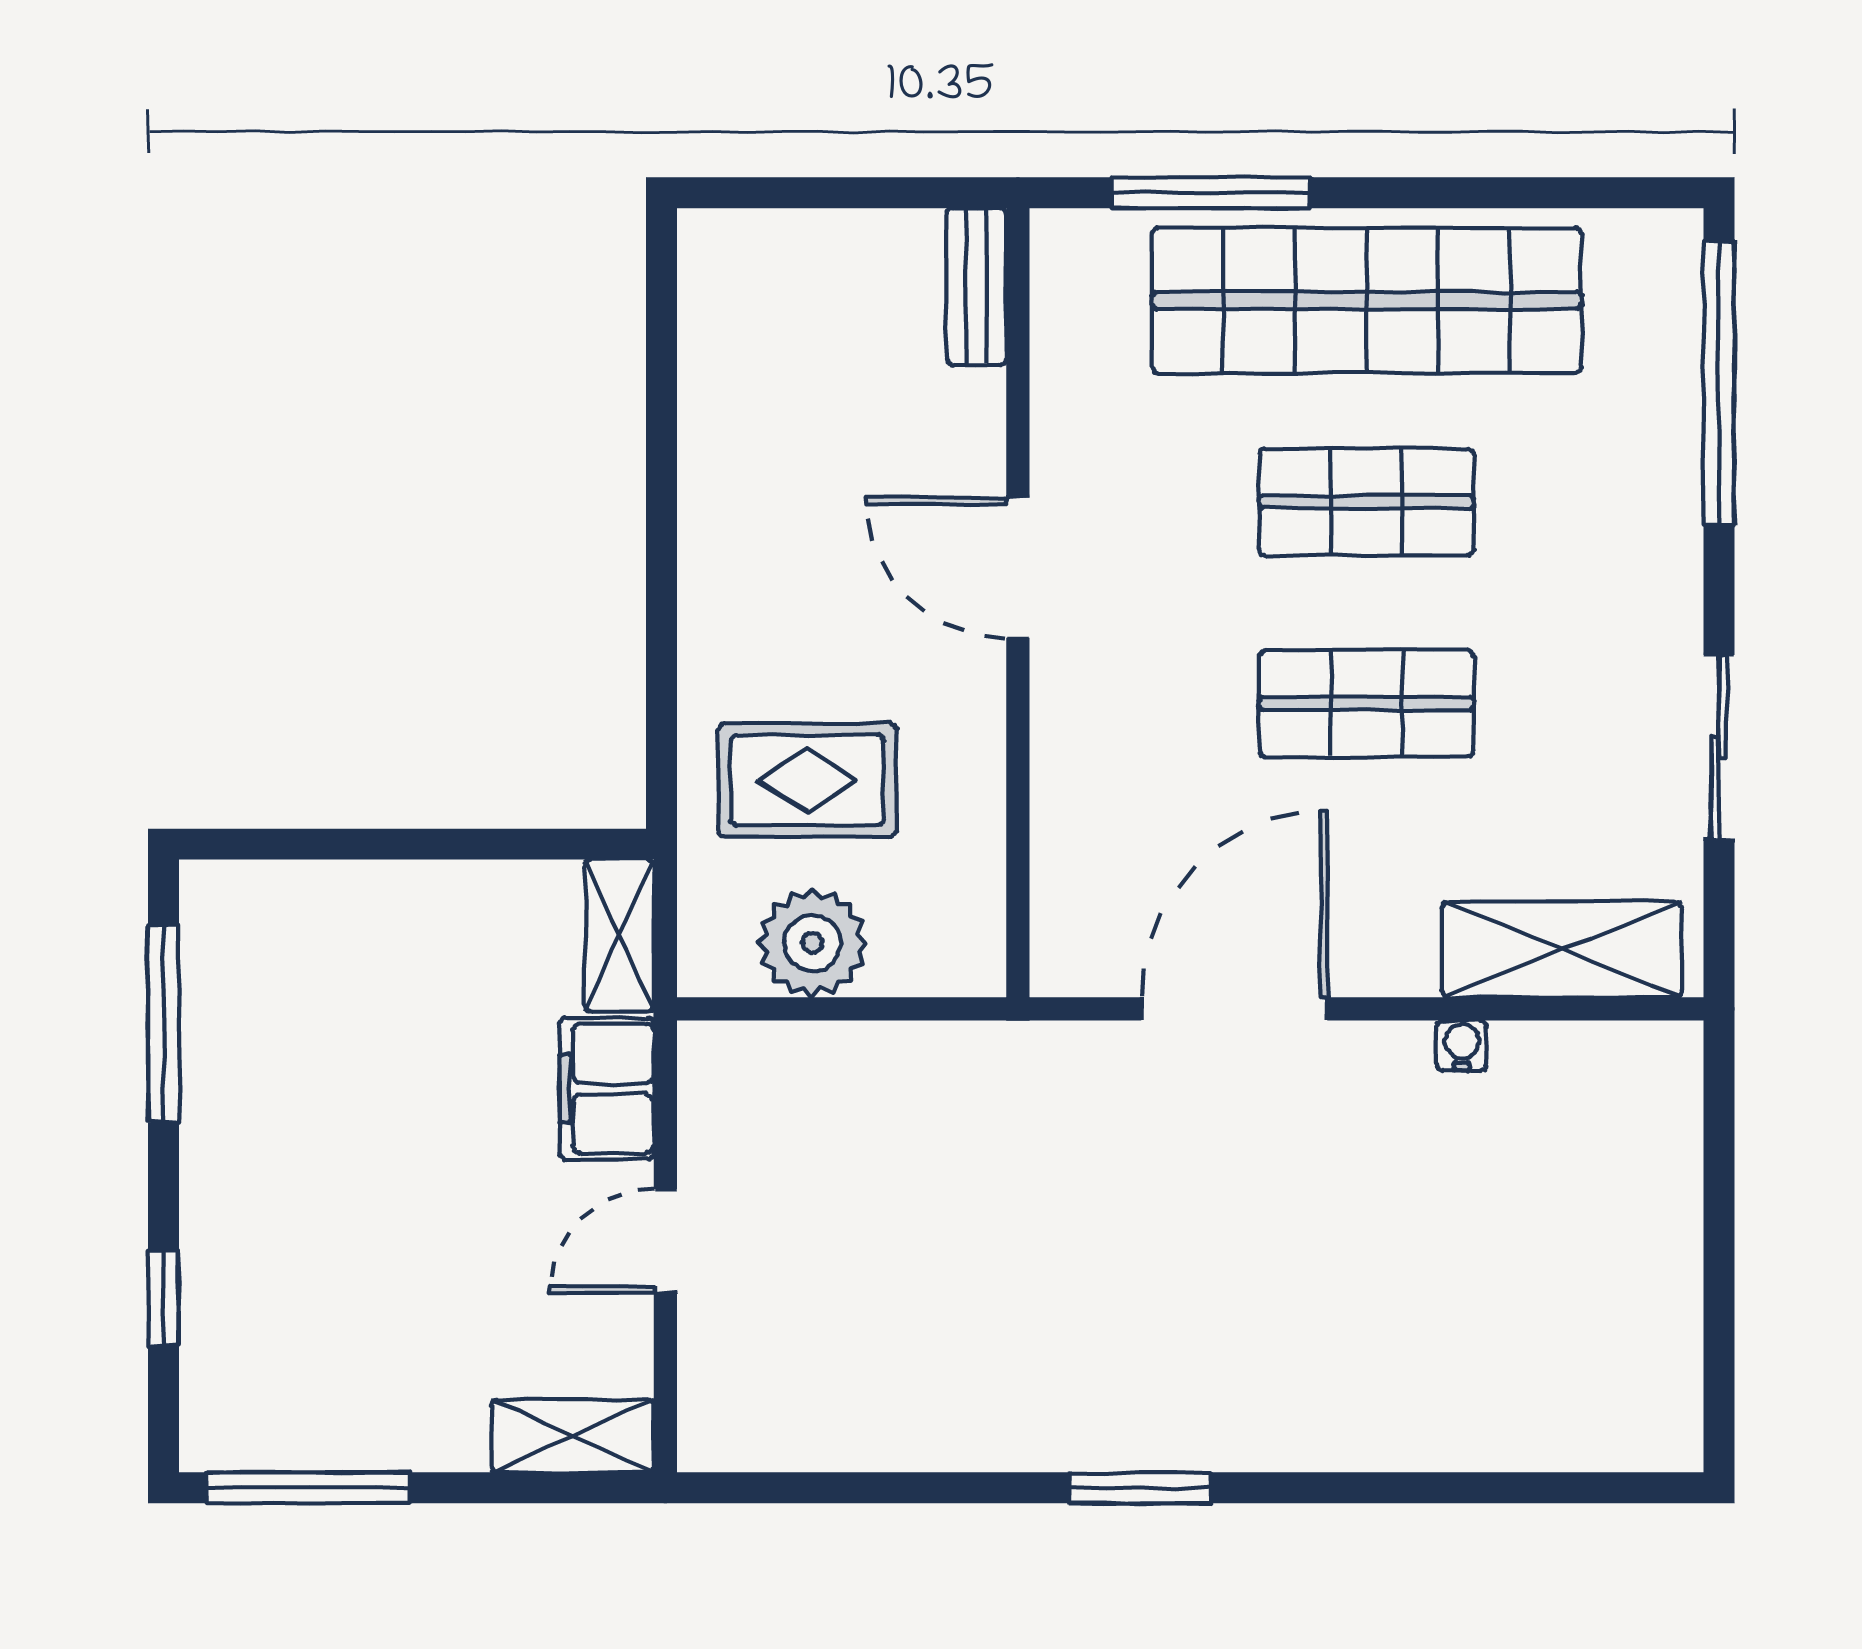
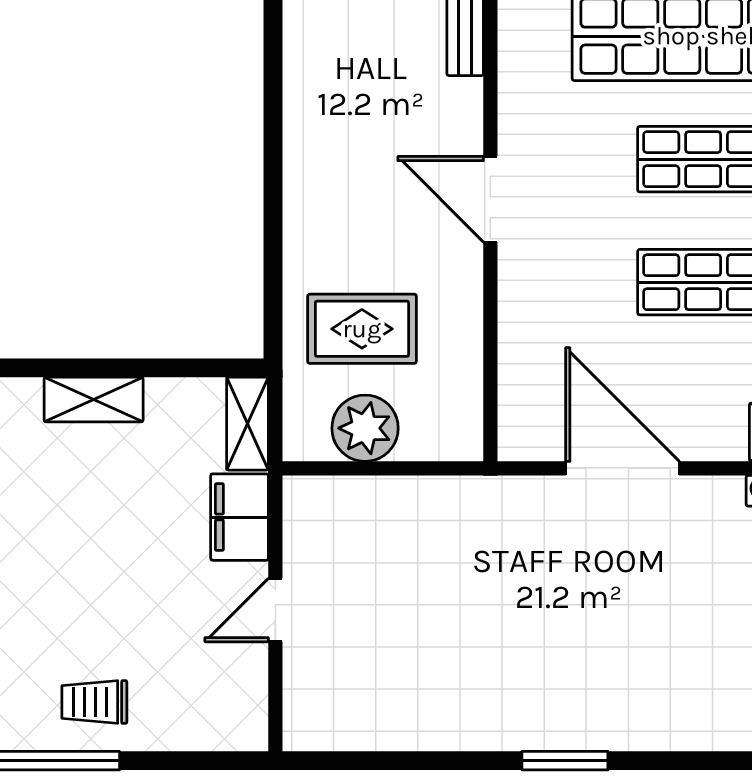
door: (1234, 1009) -> (623, 468), hinge flipped
trolley: (369, 1392) -> (94, 702), added
shelving: (573, 1436) -> (94, 400), moved

